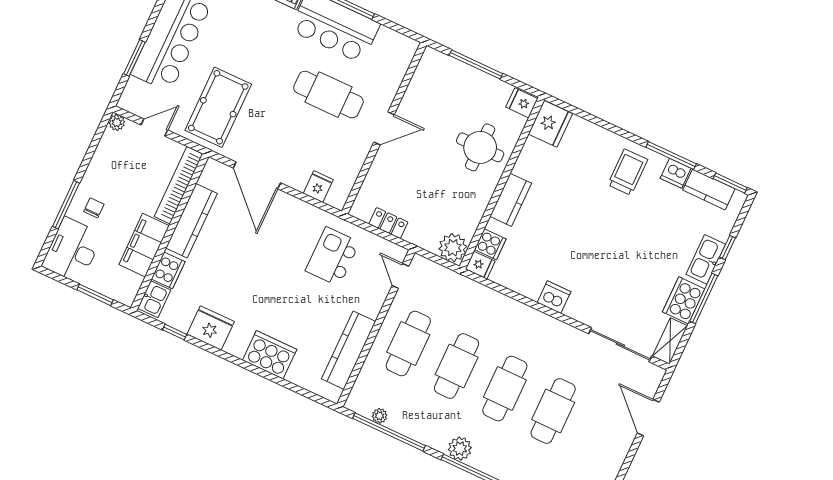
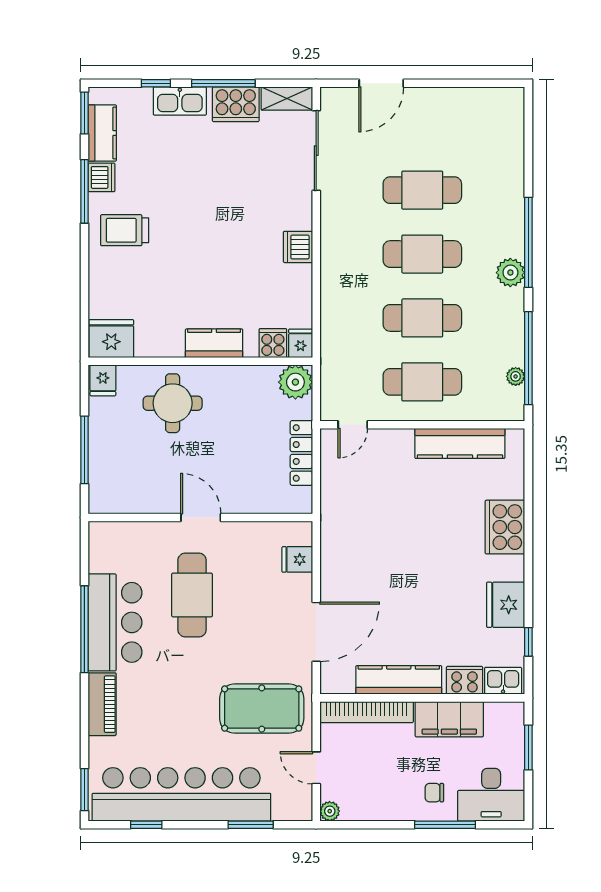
locker: (388, 223) -> (301, 453), width x1.53
kitchen island: (333, 257) -> (366, 508), removed

